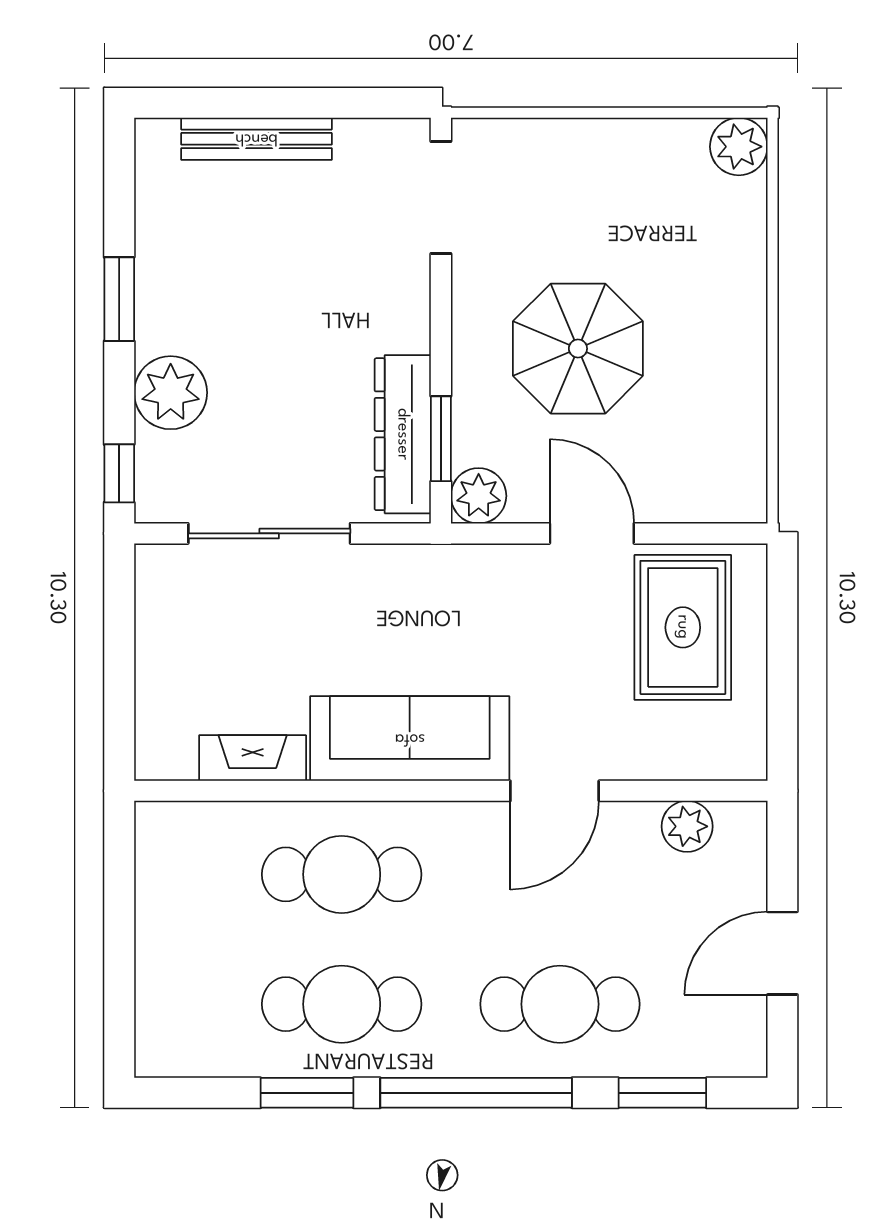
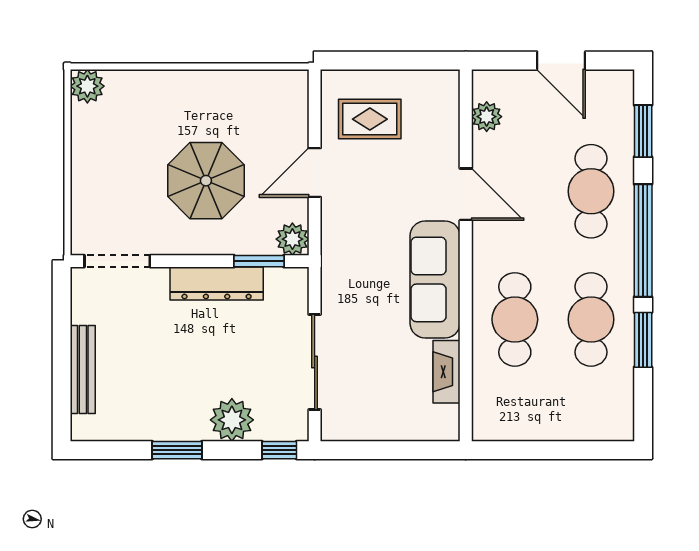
dresser: (403, 434) -> (217, 284), moved
rug: (683, 627) -> (370, 119), width x0.73, depth x0.70

